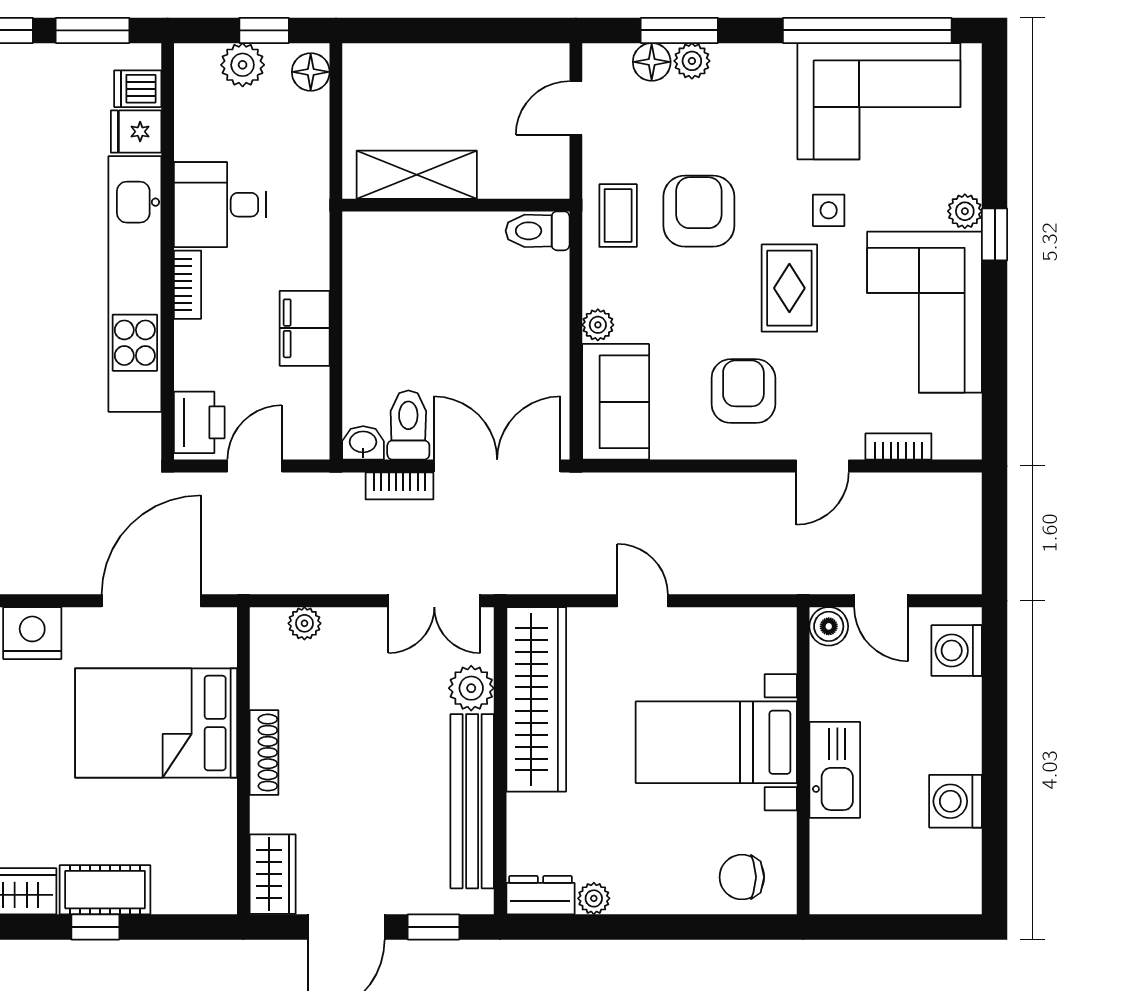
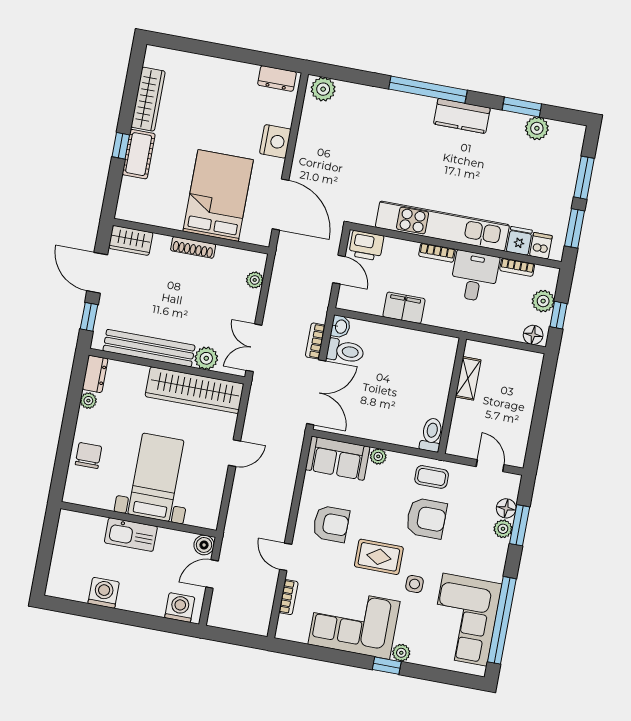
bookcase: (187, 126) -> (517, 267), added
shelving: (417, 175) -> (468, 378), width x0.67, depth x0.75
chair: (742, 877) -> (88, 455), moved

